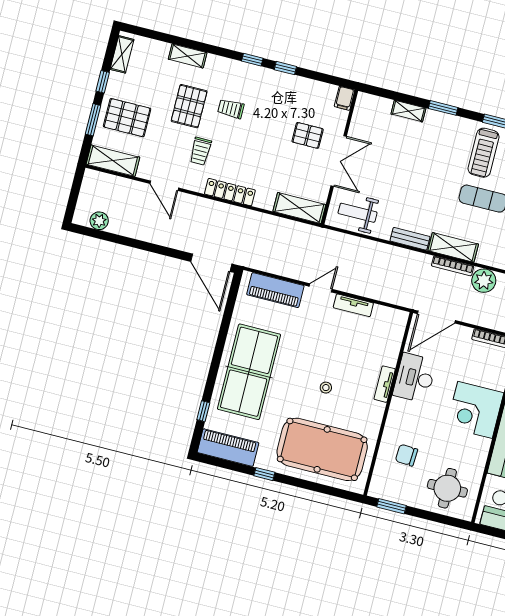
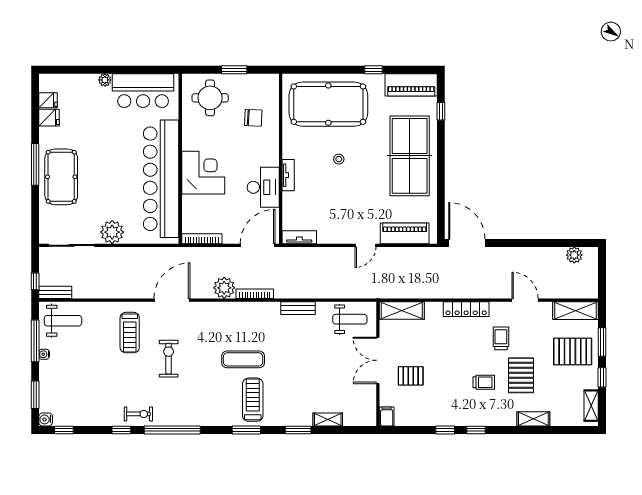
shelving: (453, 247) -> (258, 310), removed
tv unit: (353, 305) -> (299, 237), moved
window: (392, 506) -> (234, 70), moved

